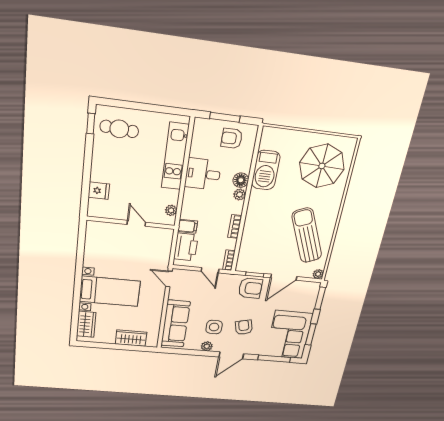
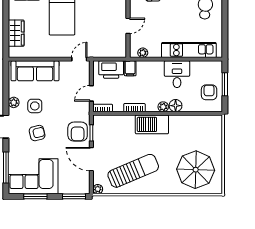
barbecue: (266, 170) -> (152, 124), moved

